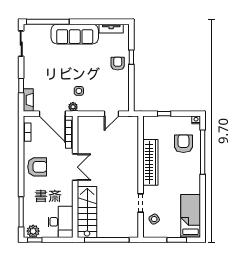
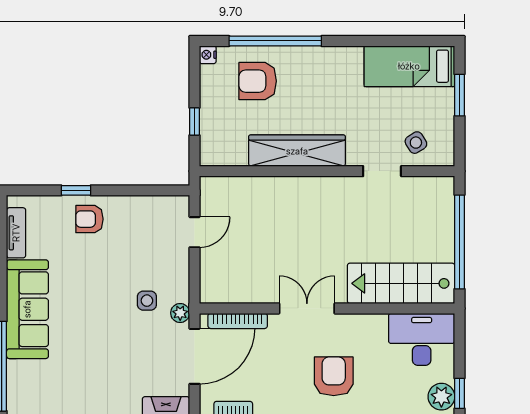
door: (111, 114) -> (194, 232), hinge flipped
armchair: (37, 167) -> (334, 376), moved

